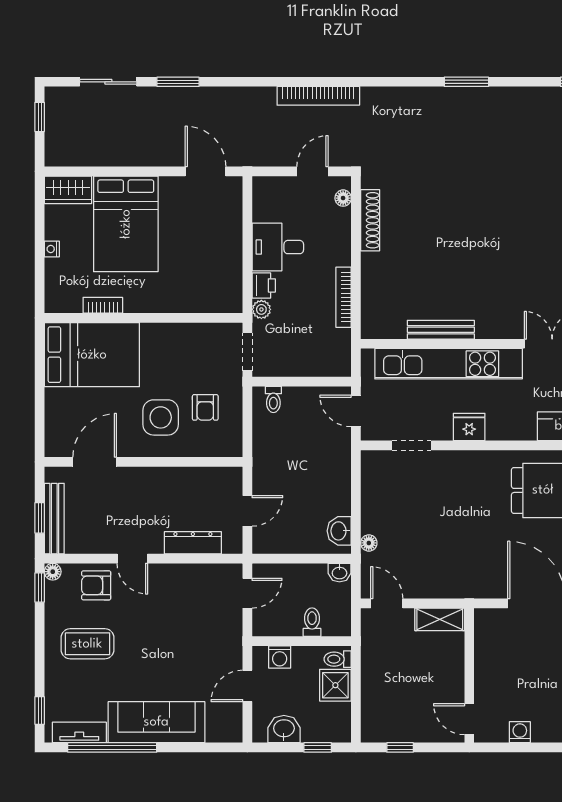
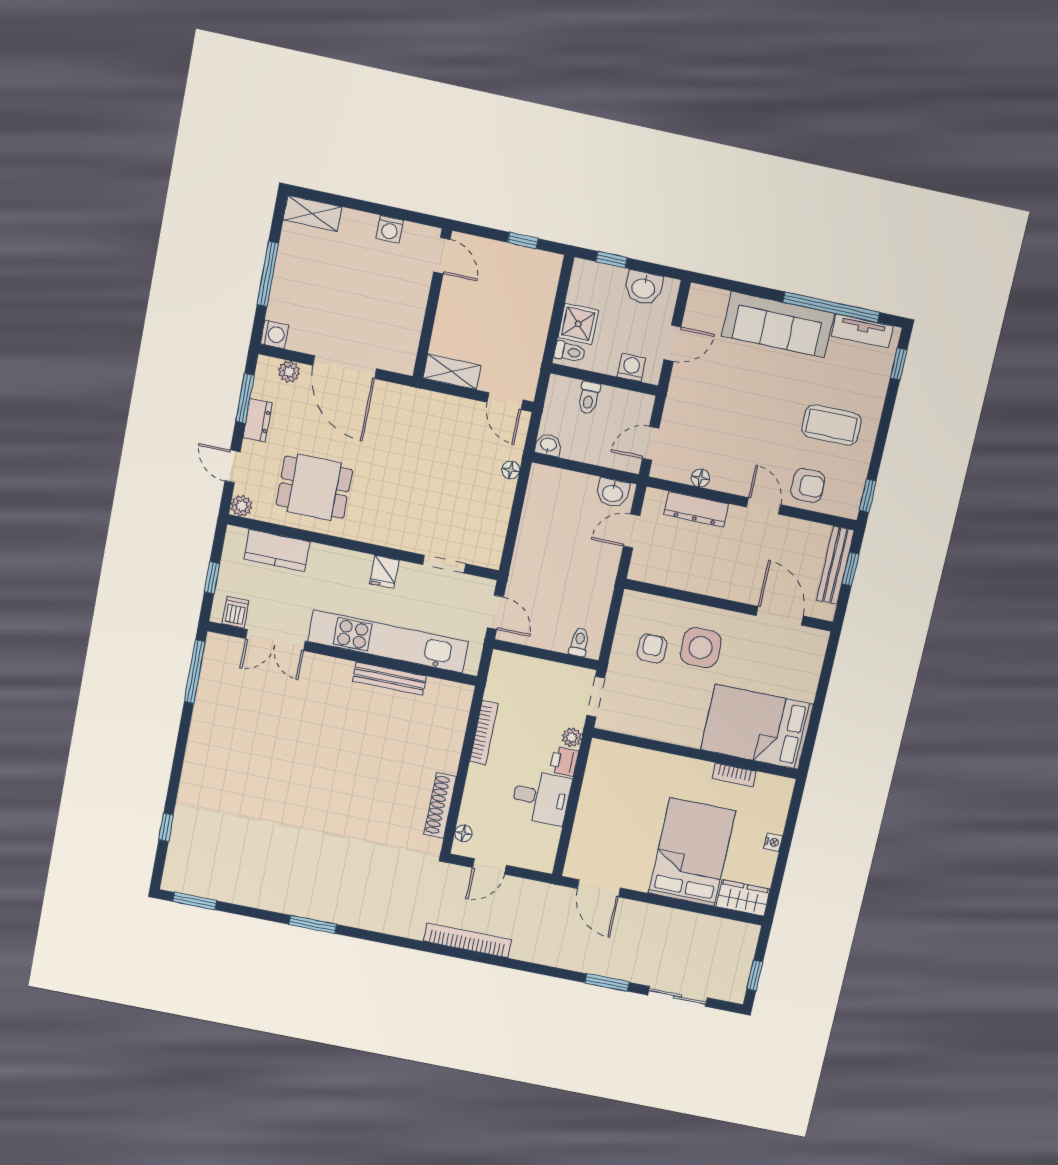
fridge: (469, 427) -> (384, 572), width x0.72
door: (95, 462) -> (780, 616), swing flipped
washbasin: (339, 531) -> (613, 493), moved, turned 90
floor lamp: (53, 572) -> (700, 478), moved

